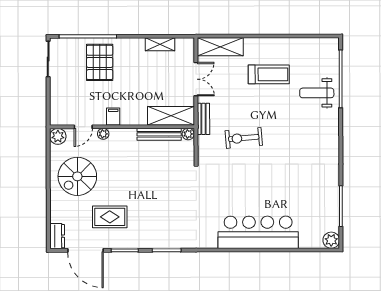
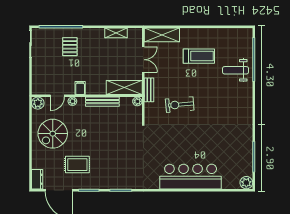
pallet: (100, 62) -> (70, 47), width x0.67, depth x0.71
bench: (159, 134) -> (102, 102), moved

